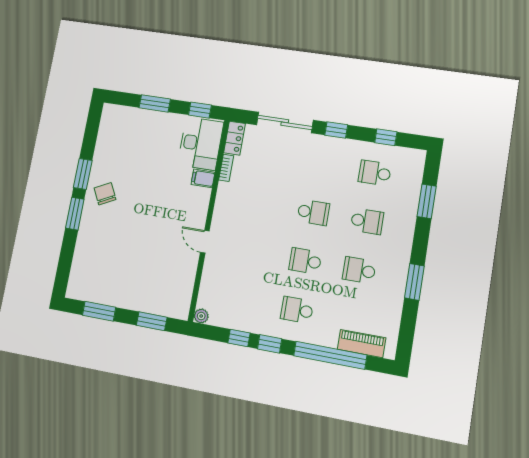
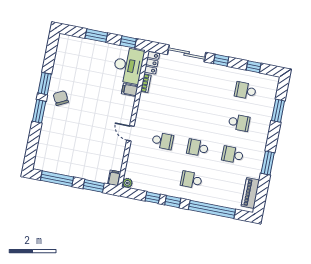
school desk: (313, 212) -> (163, 141), moved
filing cabinet: (182, 309) -> (114, 178), added
window: (99, 311) -> (57, 179), width x1.44
piano: (362, 344) -> (250, 193), moved, turned -90

